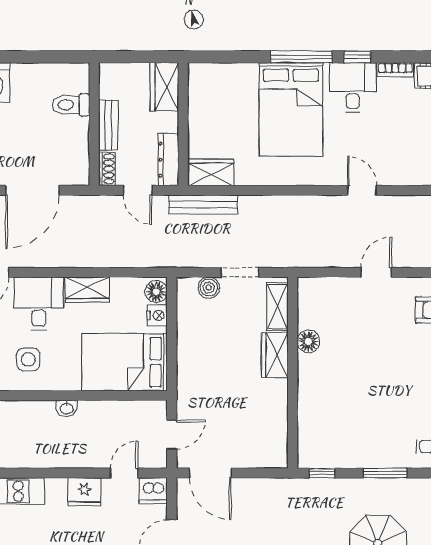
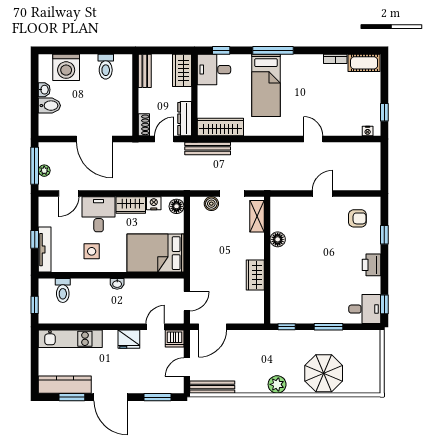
window: (357, 57) -> (221, 50), moved
desk: (353, 88) -> (214, 70), moved, turned -90
toilet: (71, 105) -> (106, 67), moved, turned -90
bed: (291, 110) -> (266, 85), width x0.67
bench: (108, 125) -> (145, 71), moved
wardrobe: (211, 172) -> (220, 127), width x1.50
door: (32, 190) -> (94, 139), hinge flipped
door: (138, 190) -> (164, 139), swing flipped
nightstand: (157, 315) -> (154, 203), moved, turned -90
wardrobe: (275, 355) -> (255, 275), moved
door: (210, 473) -> (212, 327), hinge flipped

